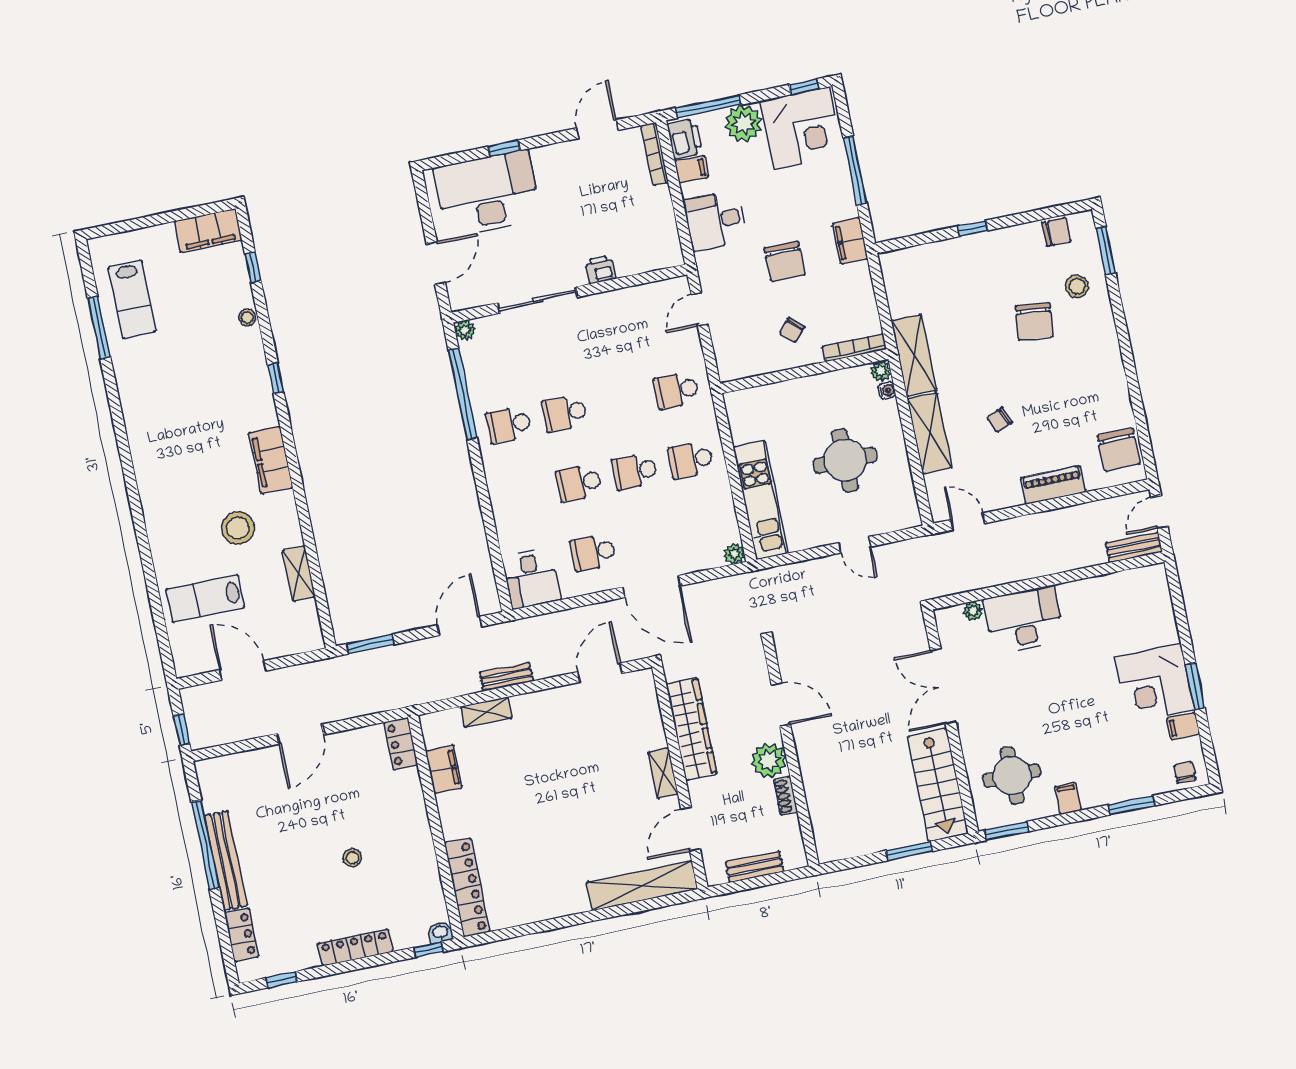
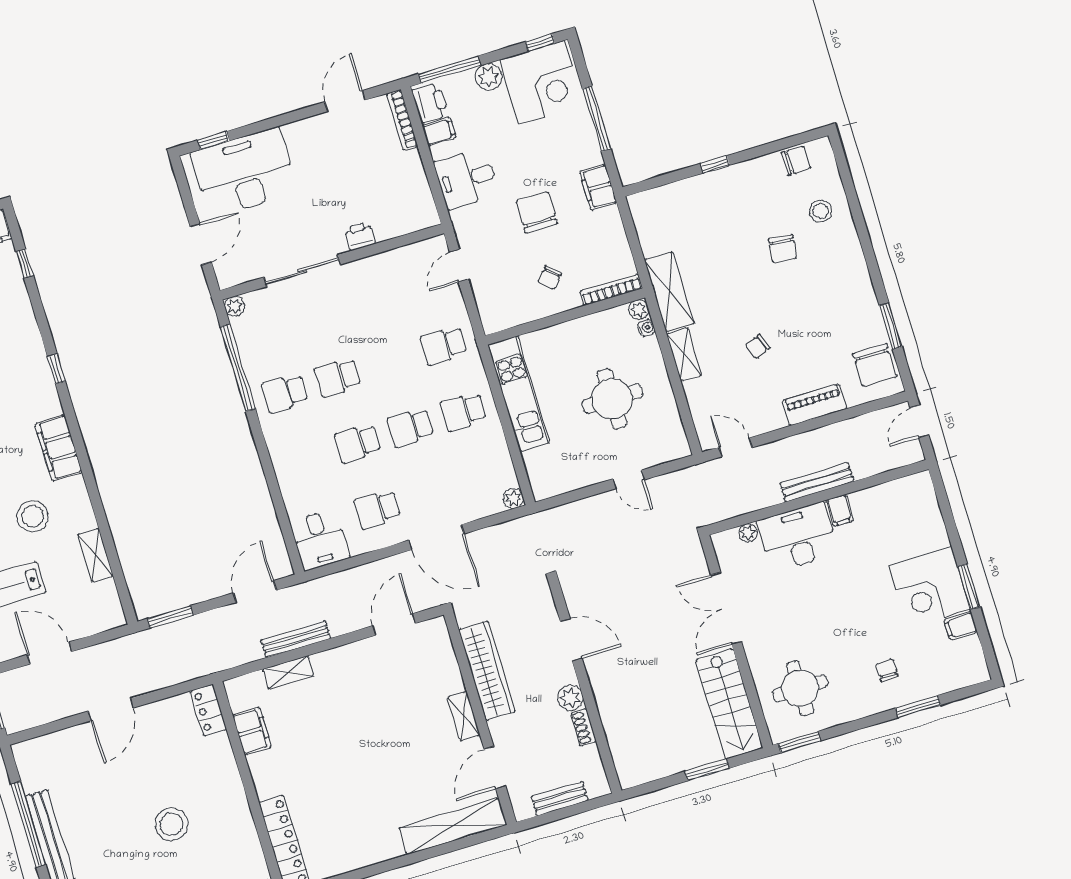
plant: (744, 123) -> (489, 77), width x0.73, depth x0.73
window: (504, 148) -> (213, 140), moved
window: (1106, 251) -> (891, 326), moved
chair: (785, 261) -> (537, 212), turned 180
stool: (247, 317) -> (24, 313), removed
chair: (1034, 321) -> (782, 249), width x0.73, depth x0.73
shelving: (930, 433) -> (684, 354), width x0.67, depth x0.75
kitchen unit: (760, 500) -> (519, 394), moved
bench: (1134, 547) -> (817, 482), moved, width x1.36
bench: (506, 677) -> (296, 639), width x1.36
plant: (769, 760) -> (570, 698), width x0.73, depth x0.73
chair: (1185, 772) -> (887, 670), moved
filing cabinet: (1068, 798) -> (840, 510), moved, turned 180
stool: (352, 858) -> (171, 824), width x1.89, depth x1.89

